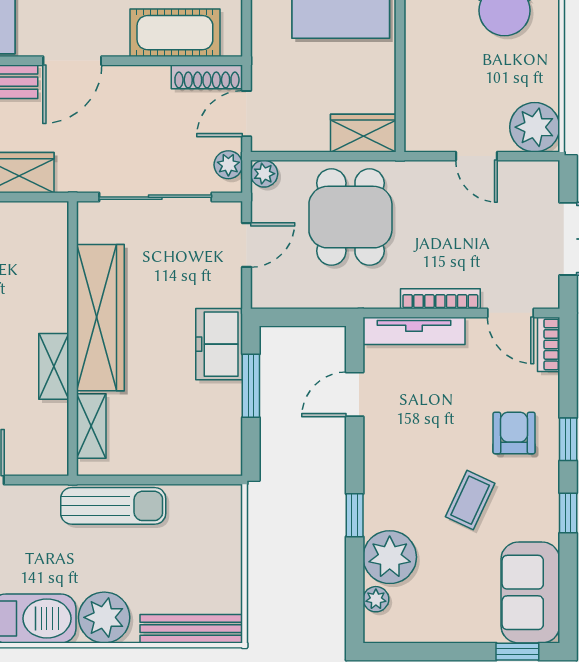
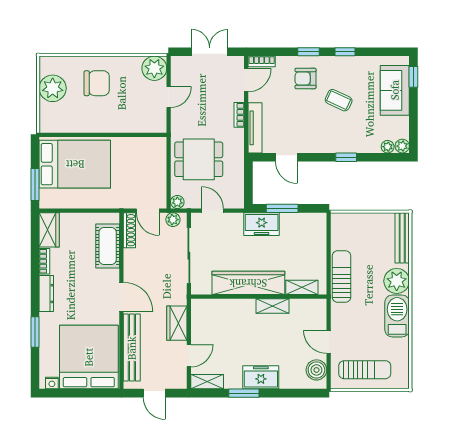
wardrobe: (363, 133) -> (157, 153), removed
bookcase: (440, 299) -> (239, 115), width x0.64
plant: (390, 557) -> (402, 146), moved, width x0.53, depth x0.53
sofa: (530, 592) -> (395, 90), moved, turned 90

